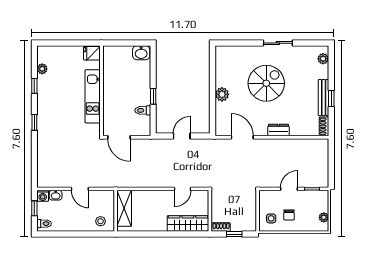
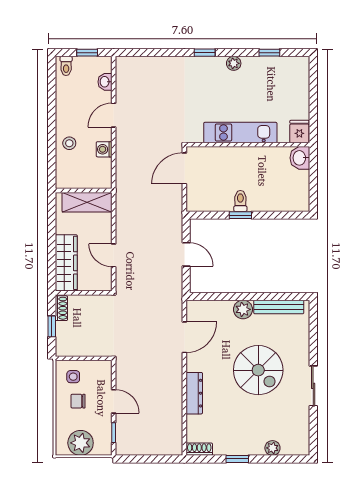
washbasin: (141, 53) -> (300, 158), moved
plant: (323, 59) -> (272, 448), moved
plant: (42, 69) -> (234, 63), moved
window: (34, 86) -> (269, 53), moved
bench: (324, 98) -> (279, 307), moved
toilet: (143, 110) -> (240, 201), moved
dresser: (278, 130) -> (194, 393), width x1.44
washing machine: (43, 196) -> (104, 149), moved
shelving: (124, 208) -> (87, 202), moved
wall: (116, 211) -> (84, 190), moved
plant: (324, 217) -> (81, 443), width x1.88, depth x1.88

